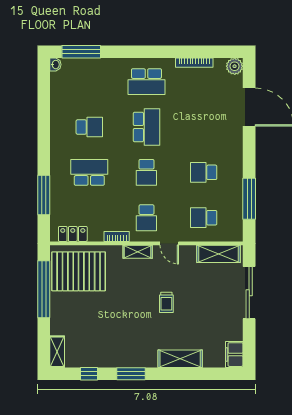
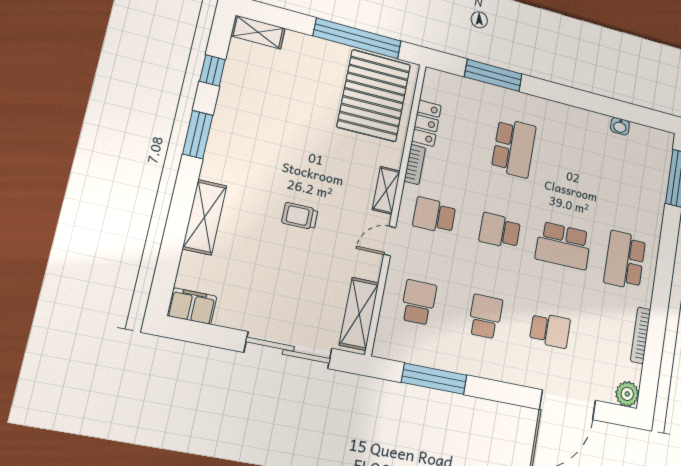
washbasin: (55, 65) -> (620, 126), moved
school desk: (89, 127) -> (550, 330), moved, turned -90
locker: (73, 234) -> (426, 123), moved

